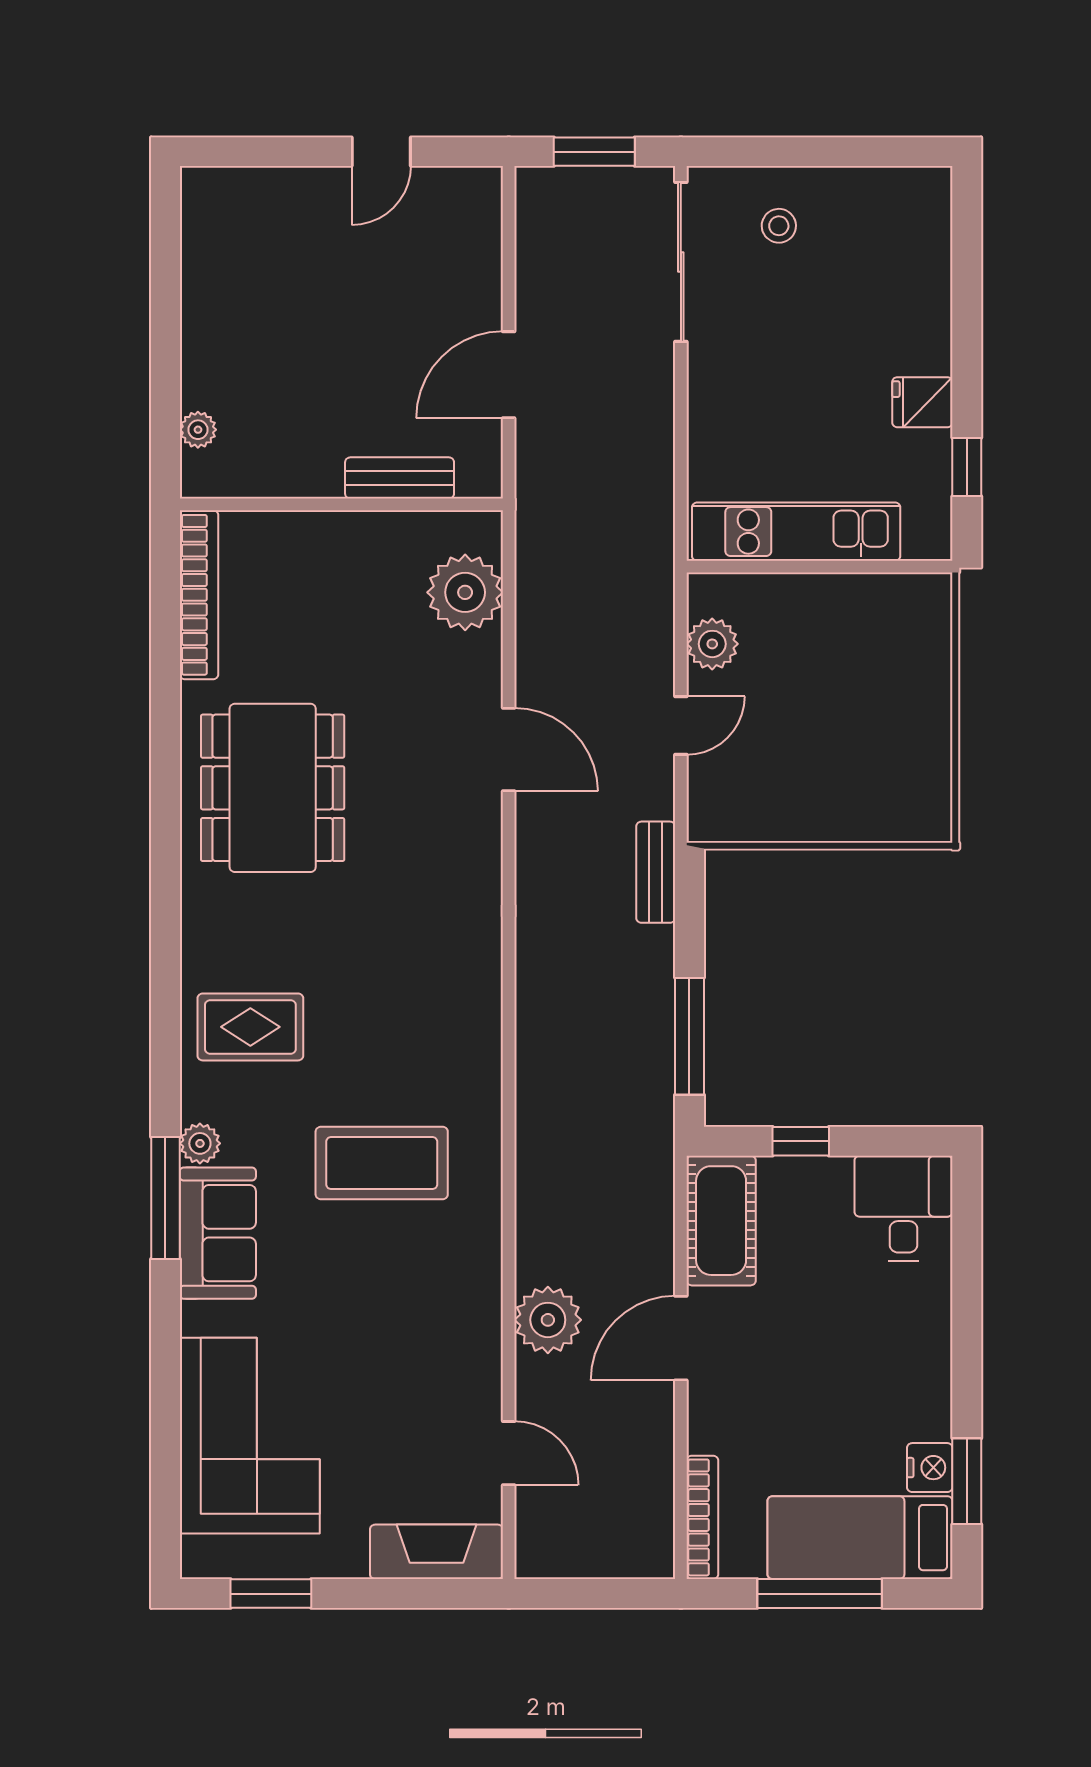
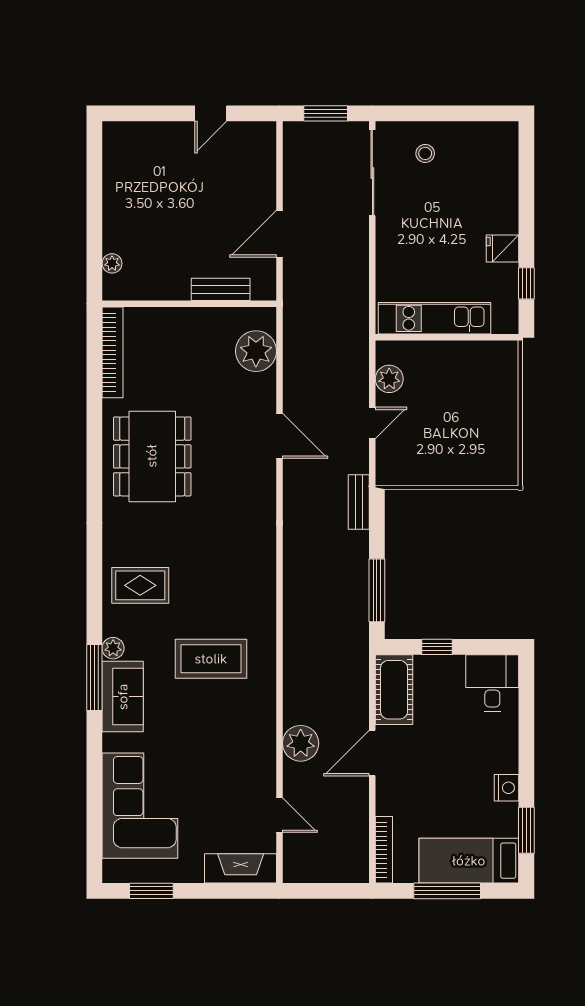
nightstand: (930, 1468) -> (506, 788), moved

